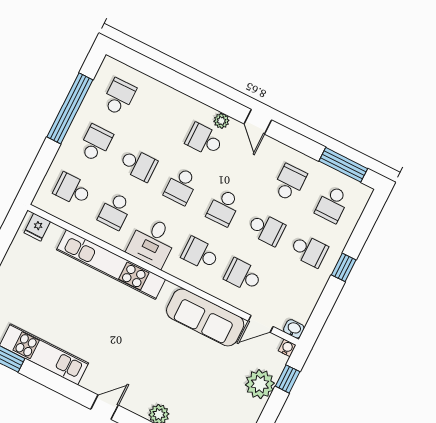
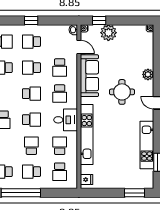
school desk: (115, 211) -> (60, 146), turned -90
school desk: (266, 229) -> (31, 68), turned -90
school desk: (309, 250) -> (31, 42), turned -90
round table: (152, 357) -> (122, 92), added

